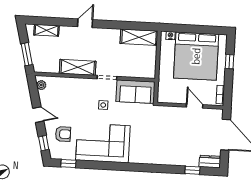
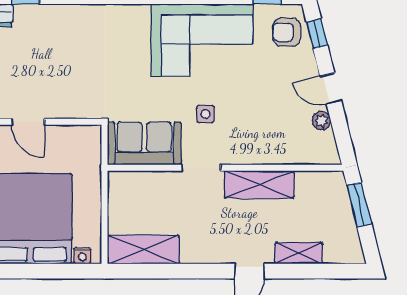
shelving: (47, 30) -> (299, 253), moved
plant: (41, 85) -> (322, 121), moved
armchair: (63, 134) -> (287, 32), moved

